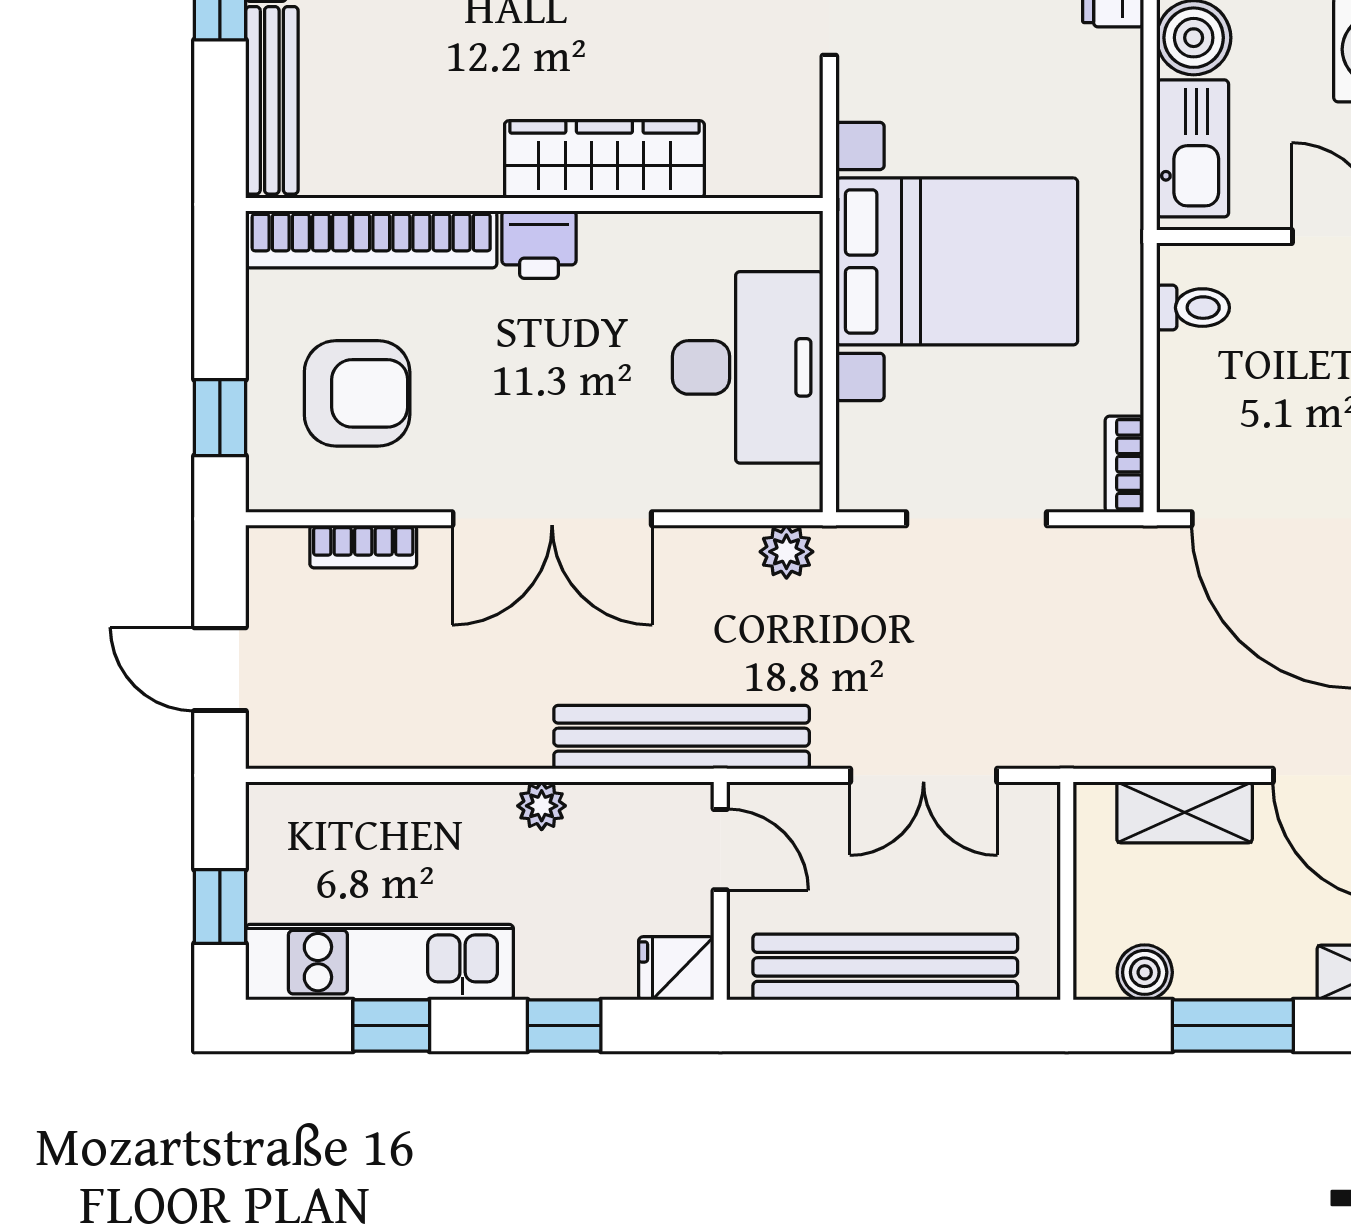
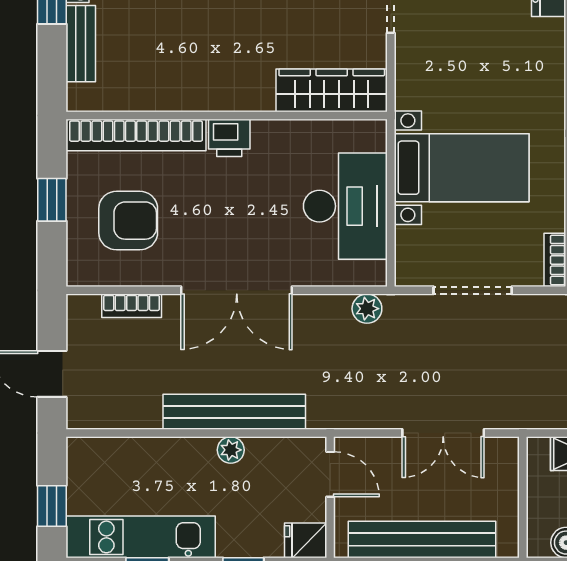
bench: (272, 100) -> (81, 44), width x0.73
wardrobe: (604, 159) -> (332, 90), moved
bed with nightstands: (957, 261) -> (462, 168), width x0.73
window: (220, 418) -> (52, 200), moved
bench: (682, 737) -> (234, 412), moved

